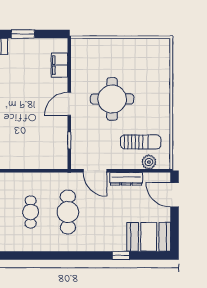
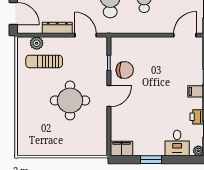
filing cabinet: (59, 65) -> (122, 148), moved, turned -90
chair: (52, 133) -> (125, 70), added

